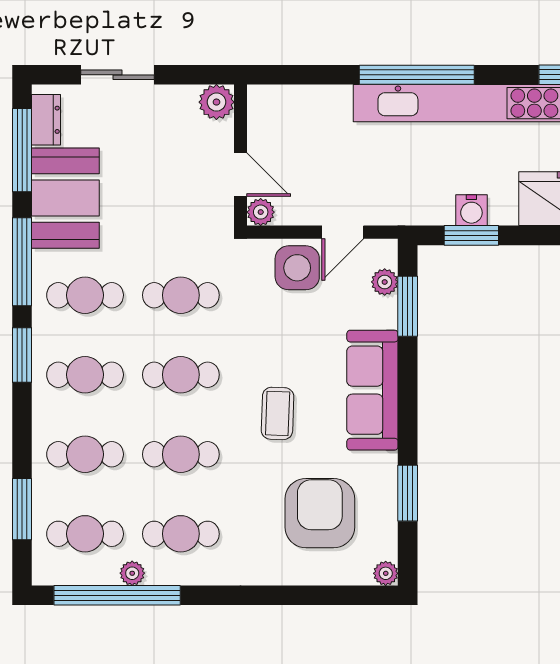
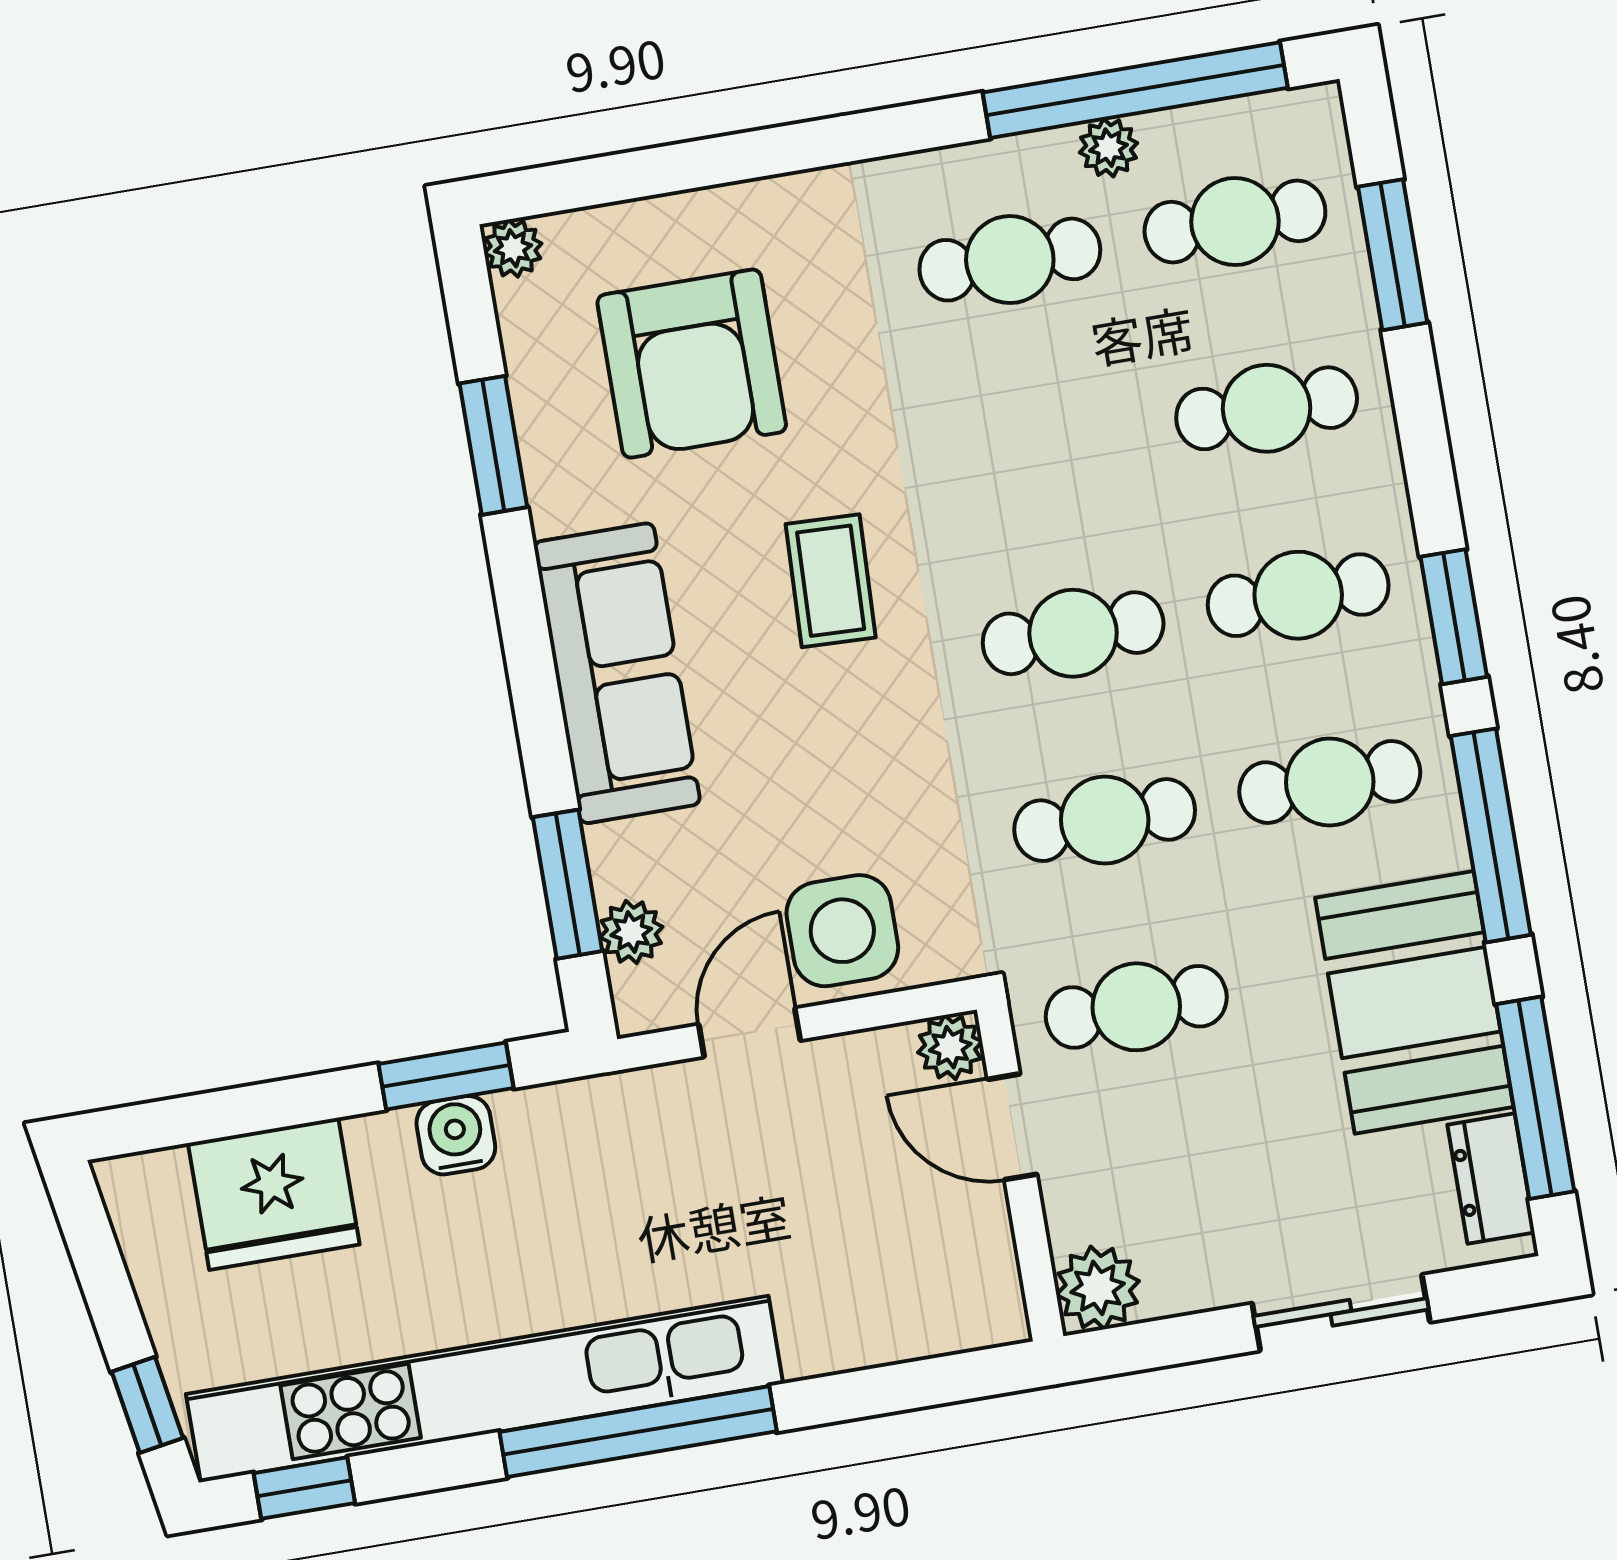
cafe table: (181, 454) -> (1136, 1007), moved

